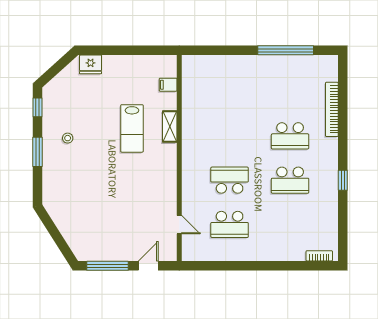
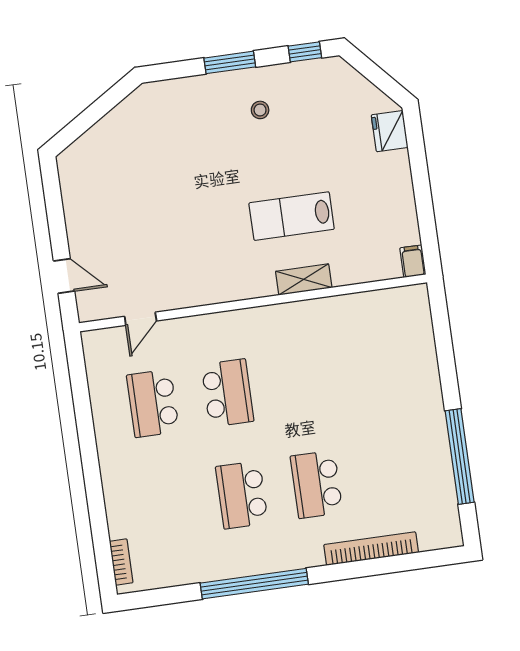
filing cabinet: (168, 85) -> (413, 261), moved
window: (343, 180) -> (254, 584), width x3.17
window: (108, 266) -> (54, 207), removed

